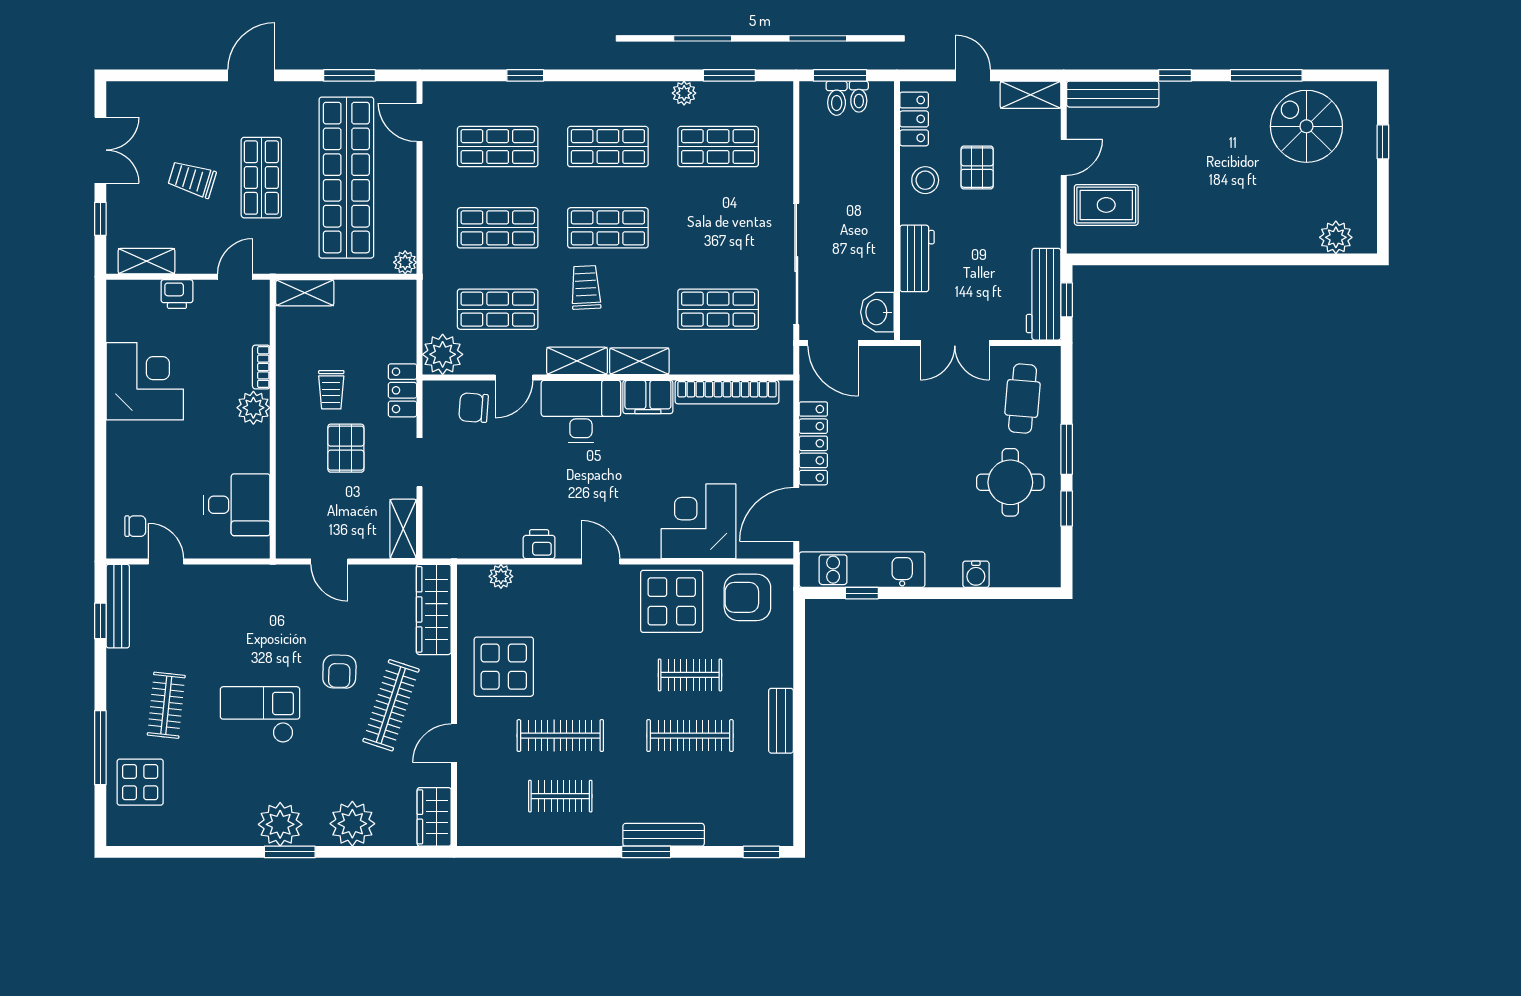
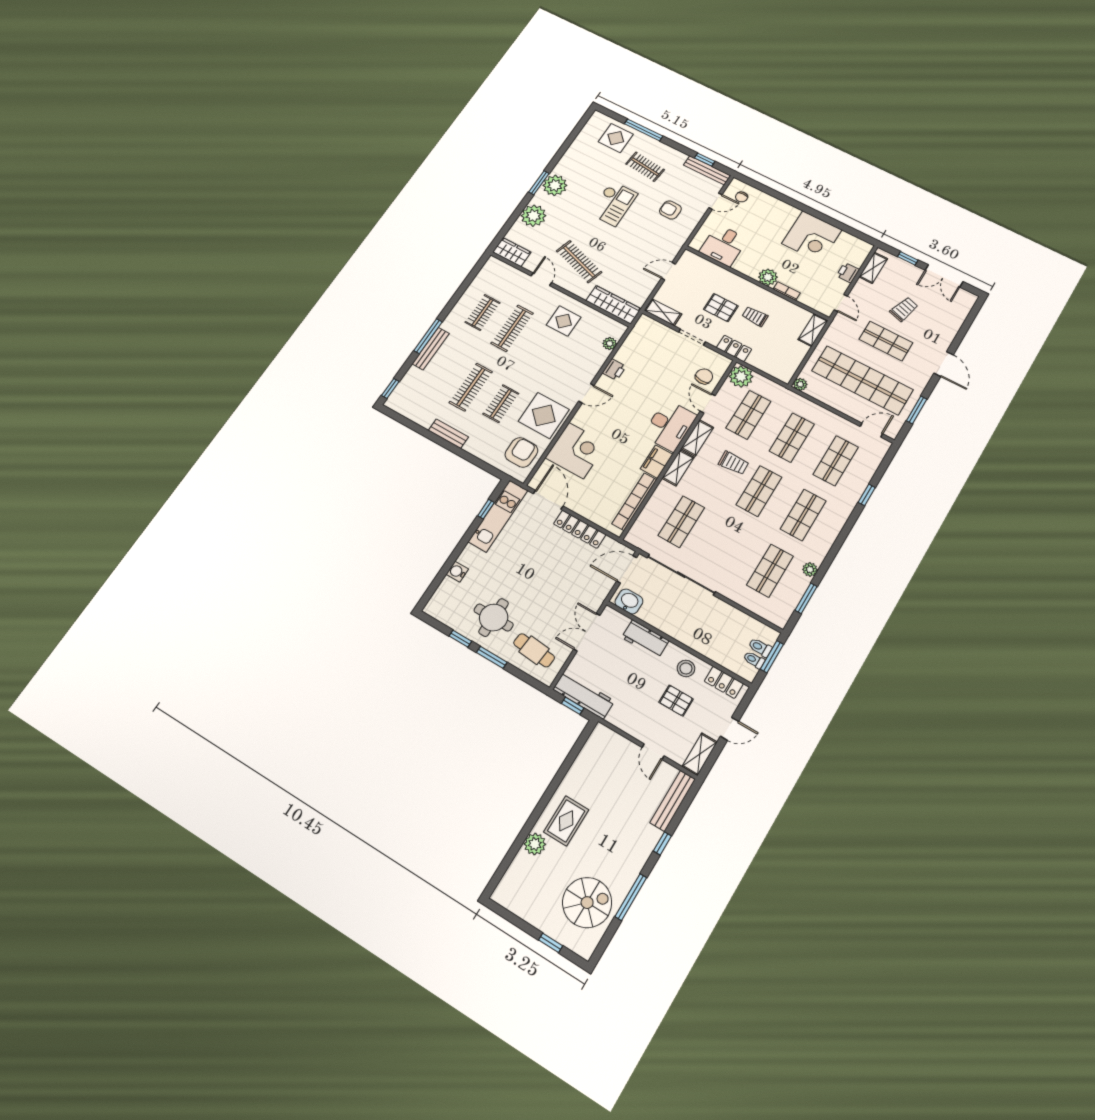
rug: (1106, 205) -> (566, 821), moved
plant: (1336, 237) -> (535, 844), moved
display table: (504, 667) -> (564, 321), width x0.73, depth x0.73
armchair: (339, 672) -> (670, 210), moved
window: (646, 852) -> (428, 336), width x1.44

